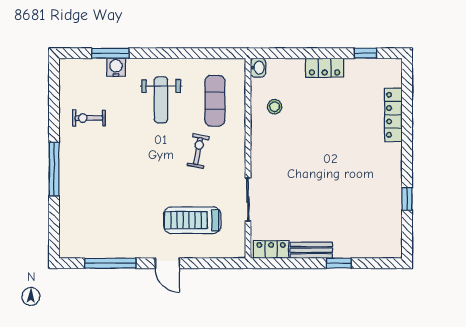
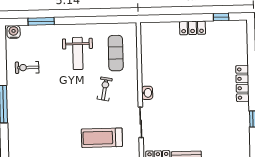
water cooler: (116, 67) -> (14, 32), moved
washbasin: (258, 68) -> (147, 93), moved
stool: (275, 107) -> (158, 56), removed
locker: (393, 115) -> (242, 83), moved

